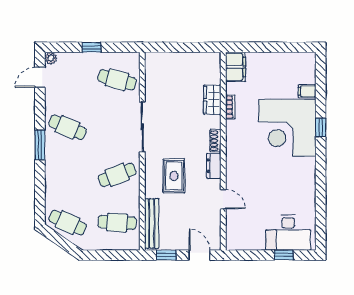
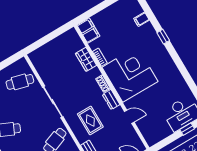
corner desk: (287, 128) -> (130, 74), moved, turned 180

